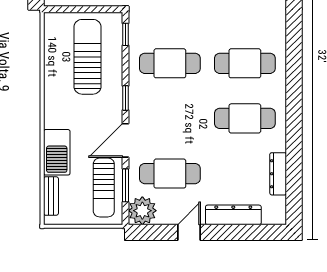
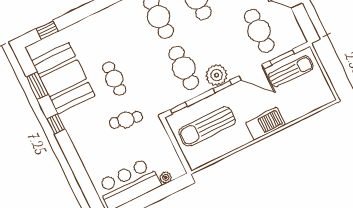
barbecue: (57, 152) -> (265, 124), moved
bench: (51, 196) -> (314, 105), removed
plant: (142, 211) -> (217, 75), moved

